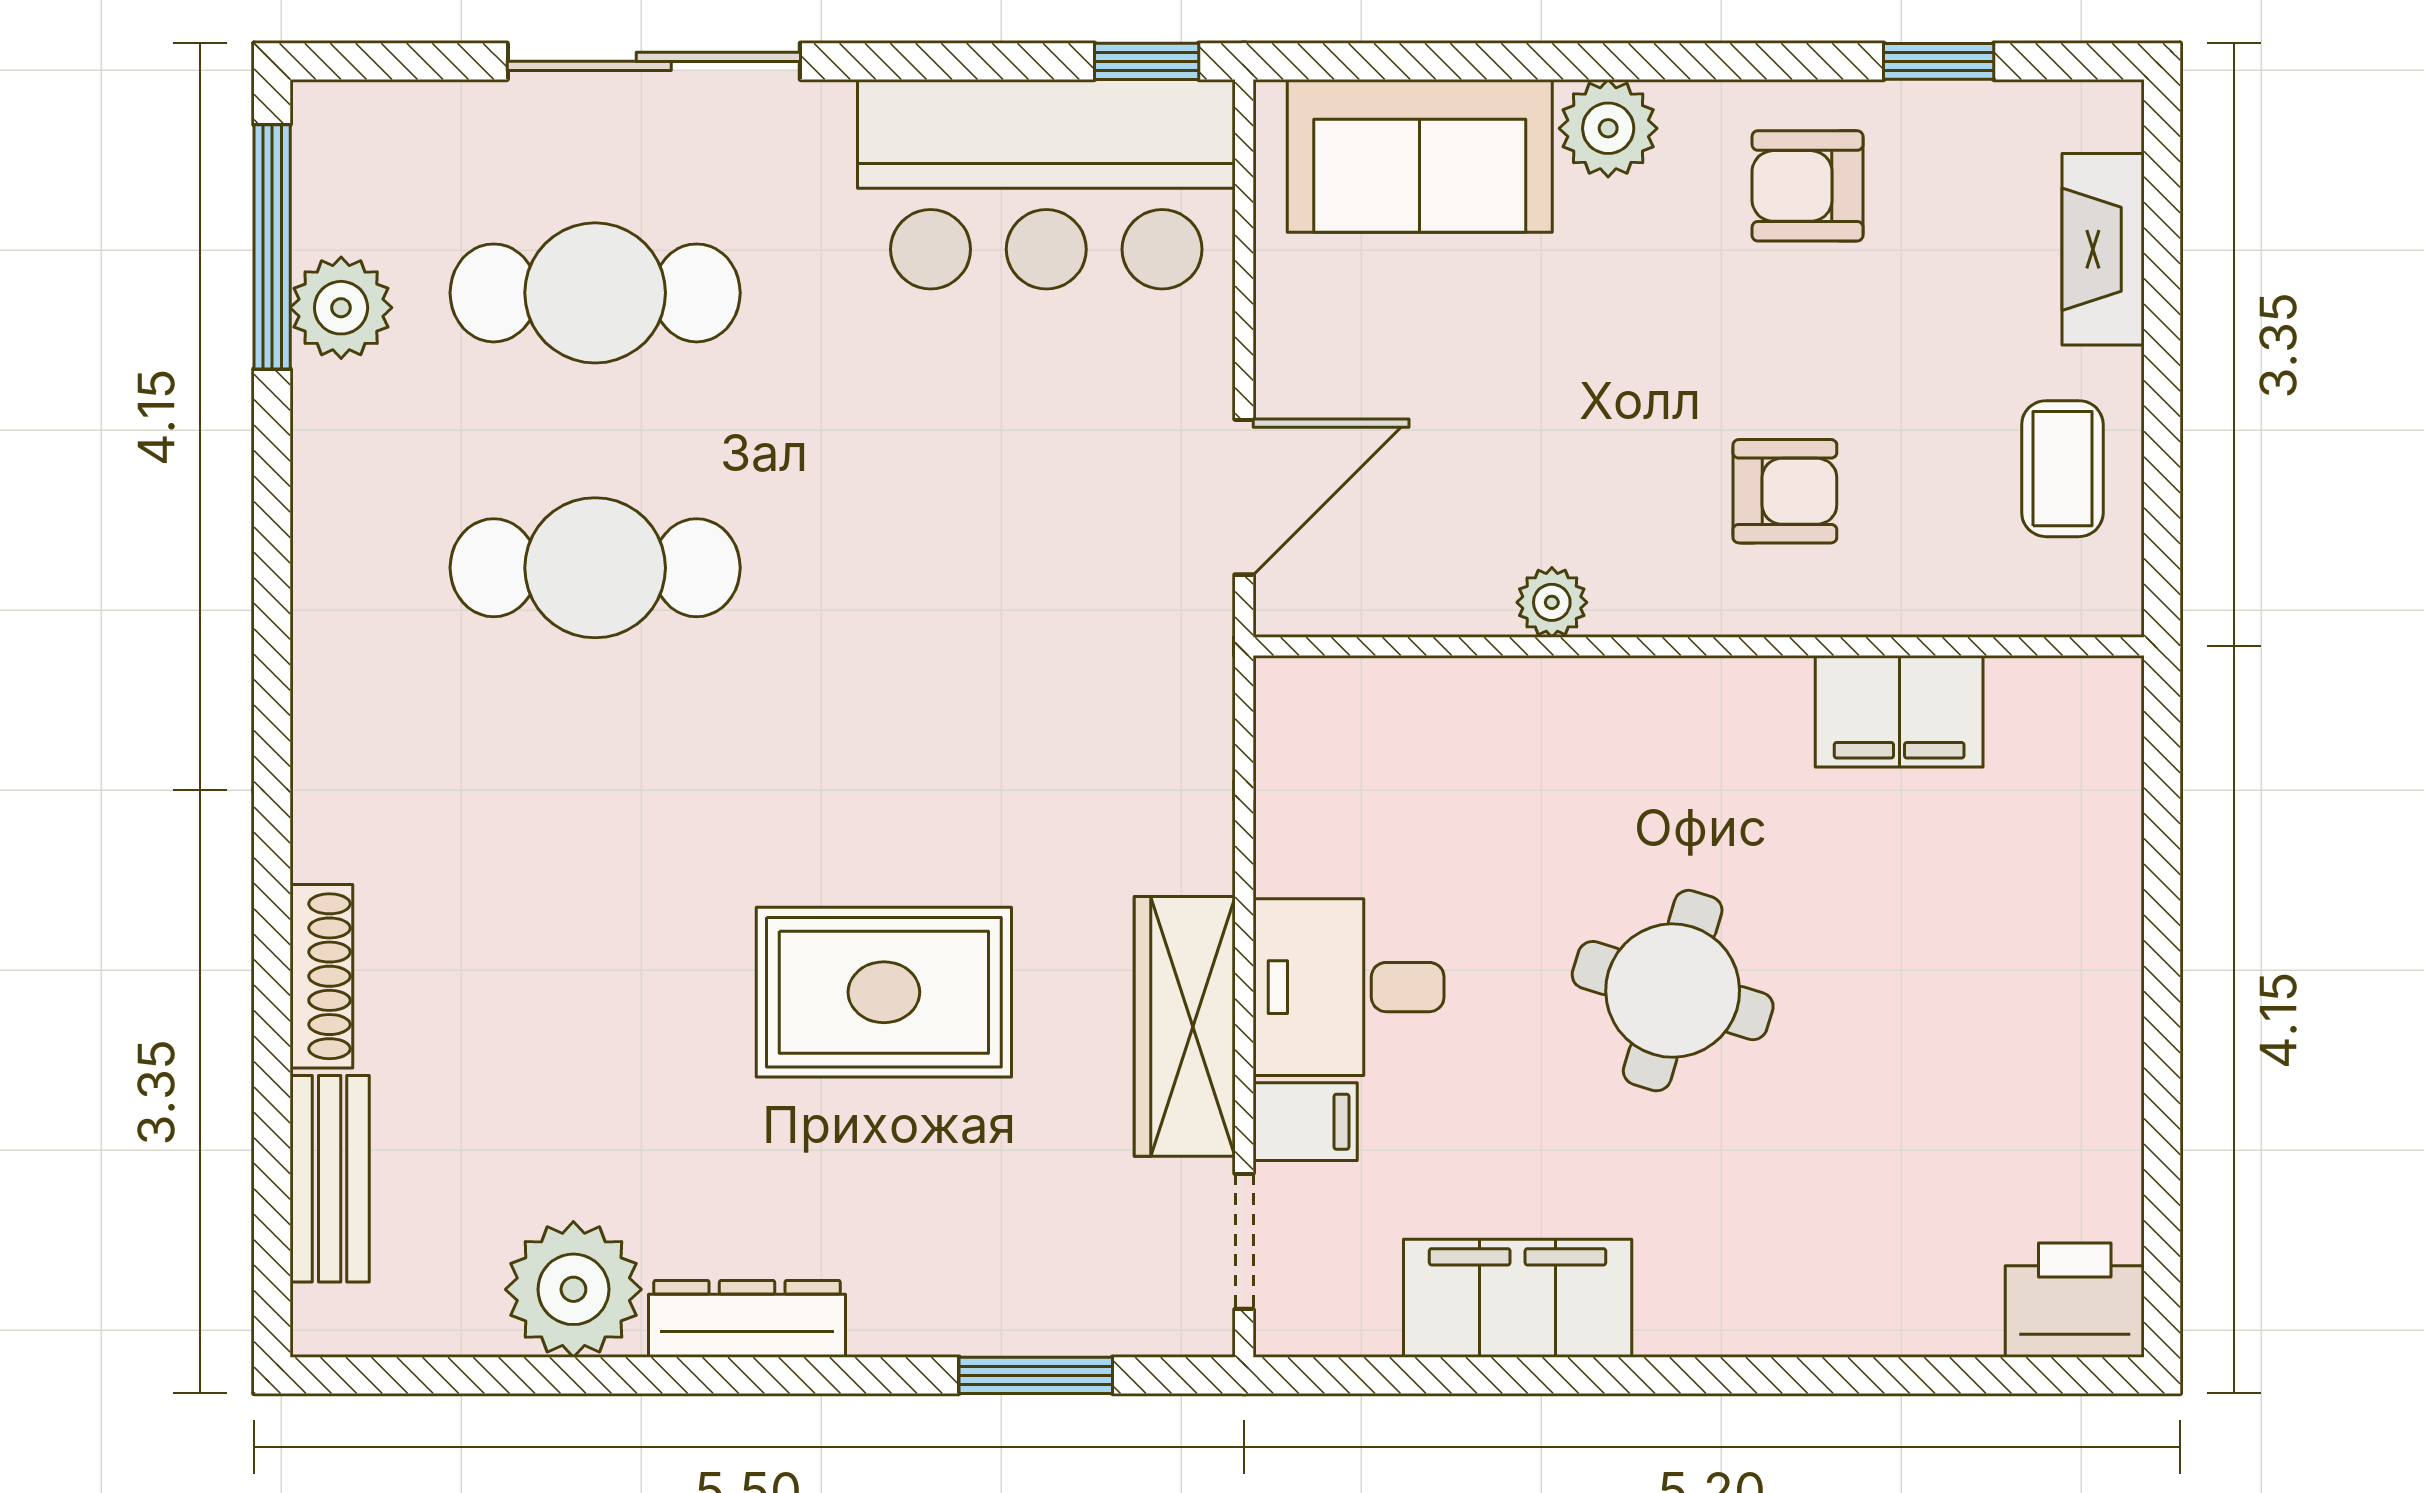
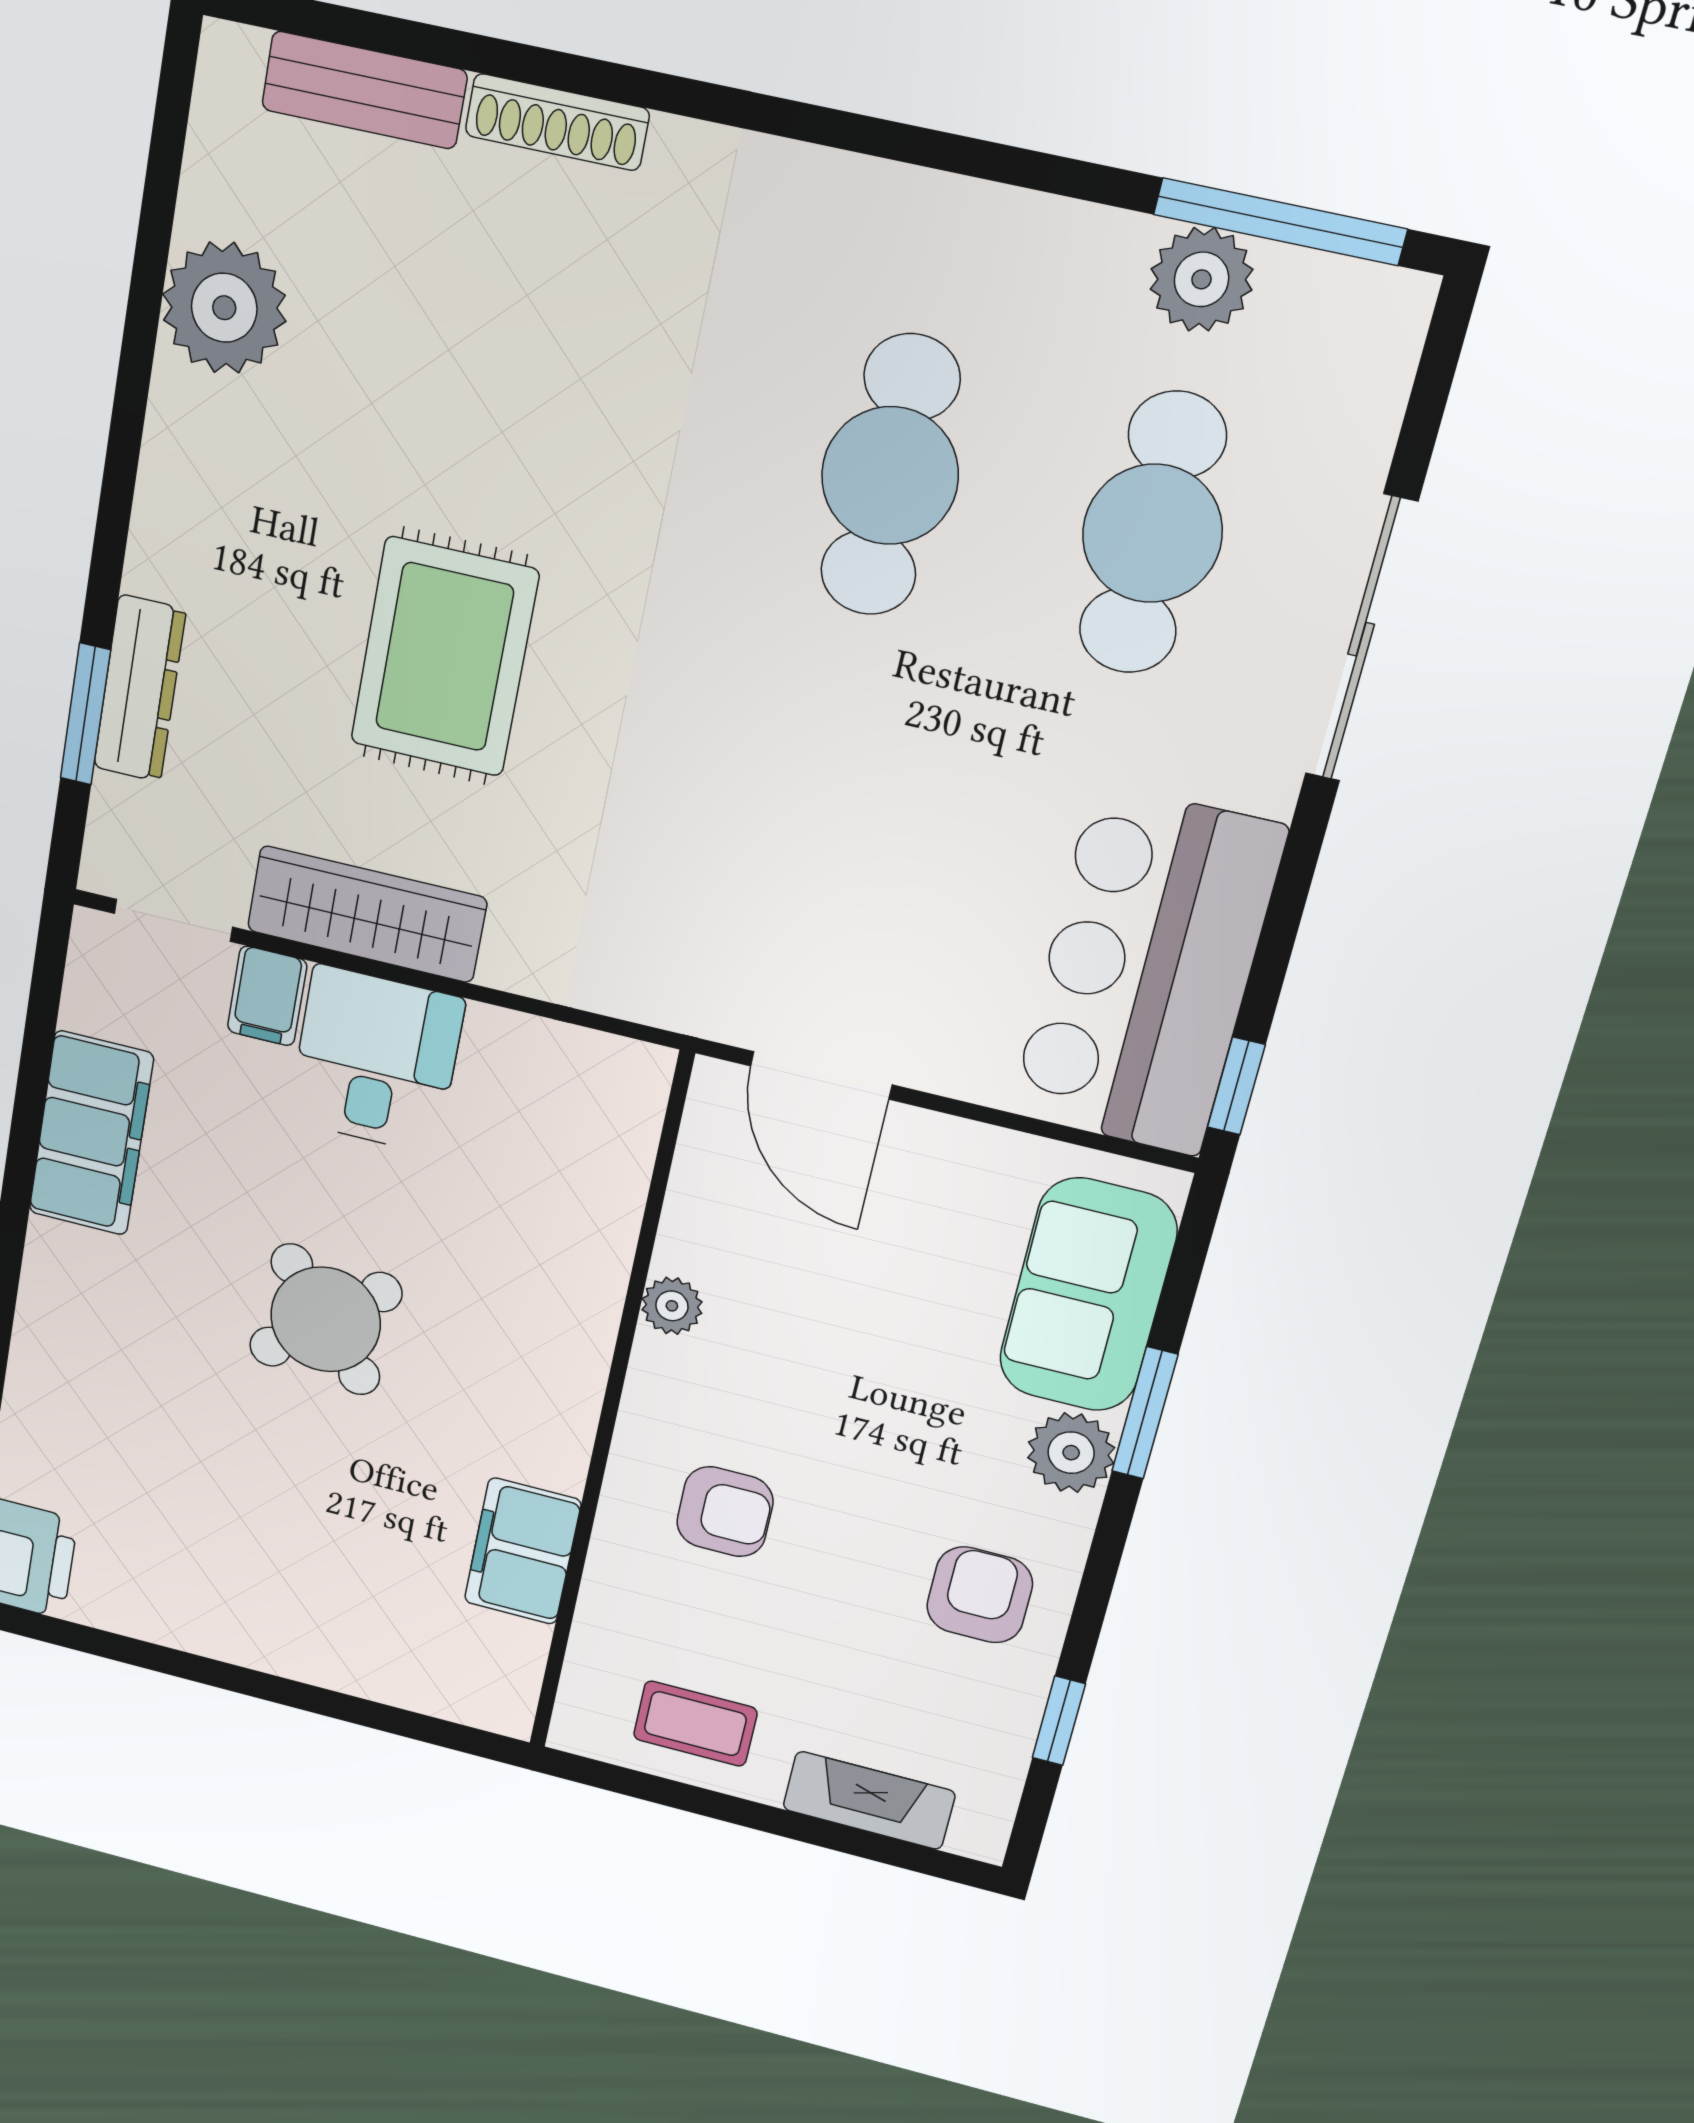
window: (1540, 61) -> (1145, 1413), added
armchair: (1785, 491) -> (725, 1512), turned -90
round table: (1673, 991) -> (326, 1319), turned 32
dresser: (747, 1319) -> (140, 689), moved

